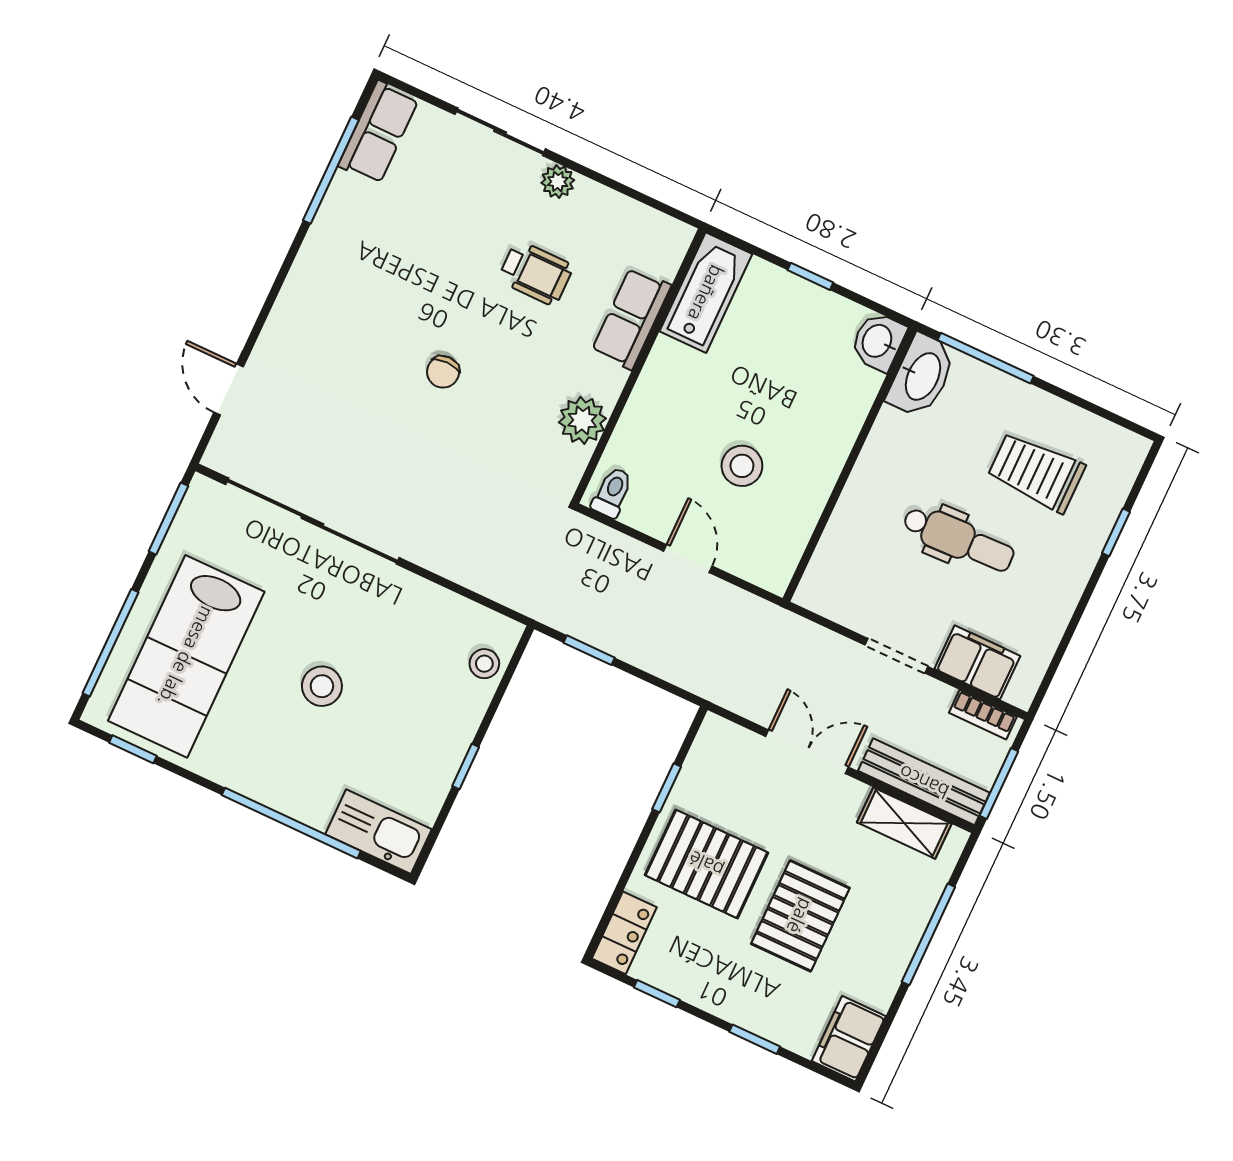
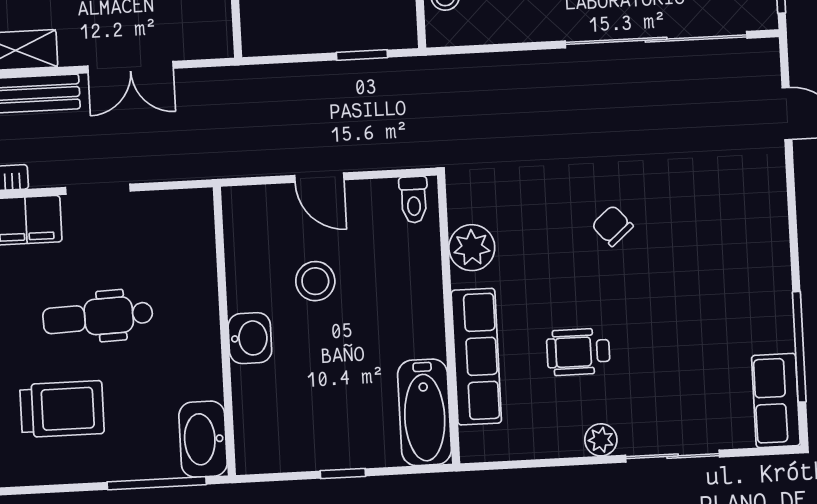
row of seats: (631, 318) -> (476, 357), width x1.48
washbasin: (878, 341) -> (250, 338), moved
chair: (443, 372) -> (612, 226), turned -41

